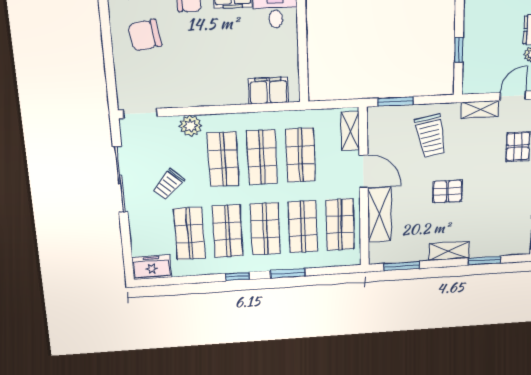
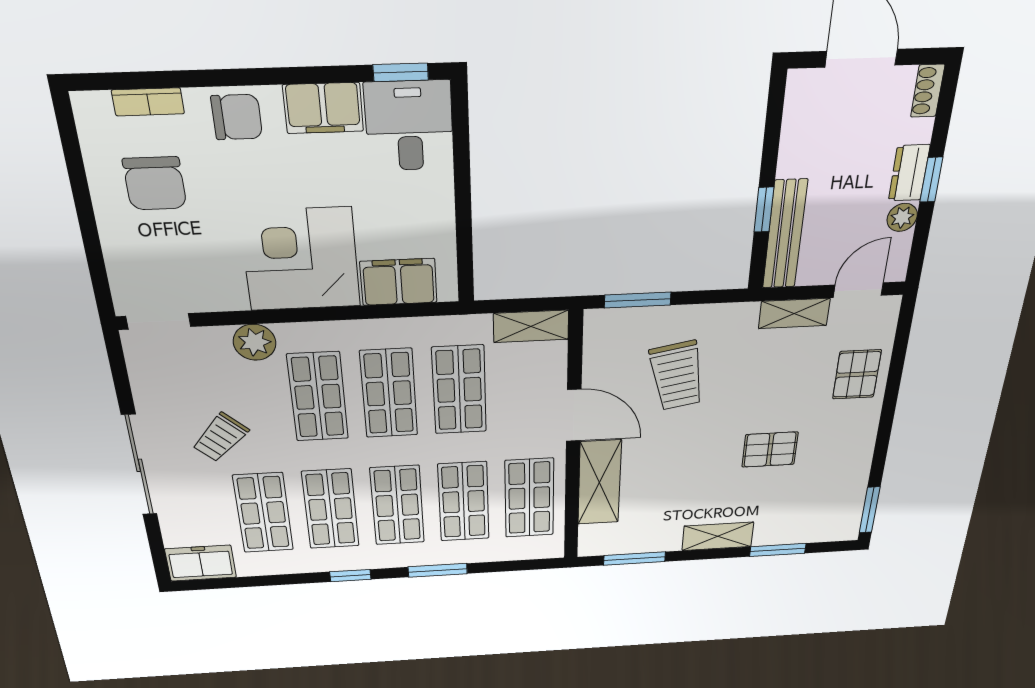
chair: (145, 35) -> (155, 183), turned -80
bench: (471, 64) -> (785, 234), added
corner desk: (217, 78) -> (300, 259), added
shelving: (350, 131) -> (531, 326), moved, turned 90
trolley: (431, 136) -> (677, 376), moved
sliding door: (120, 179) -> (139, 465), moved
pallet: (447, 191) -> (770, 450), moved

